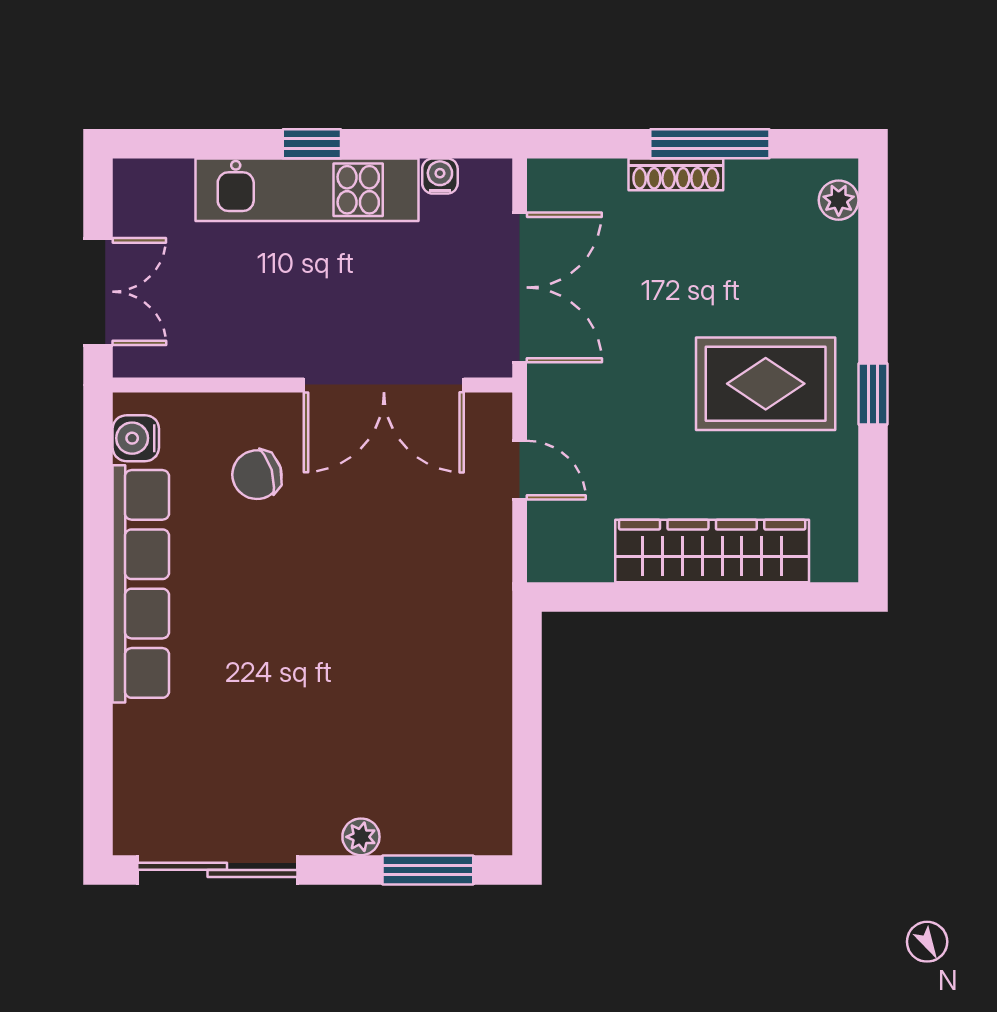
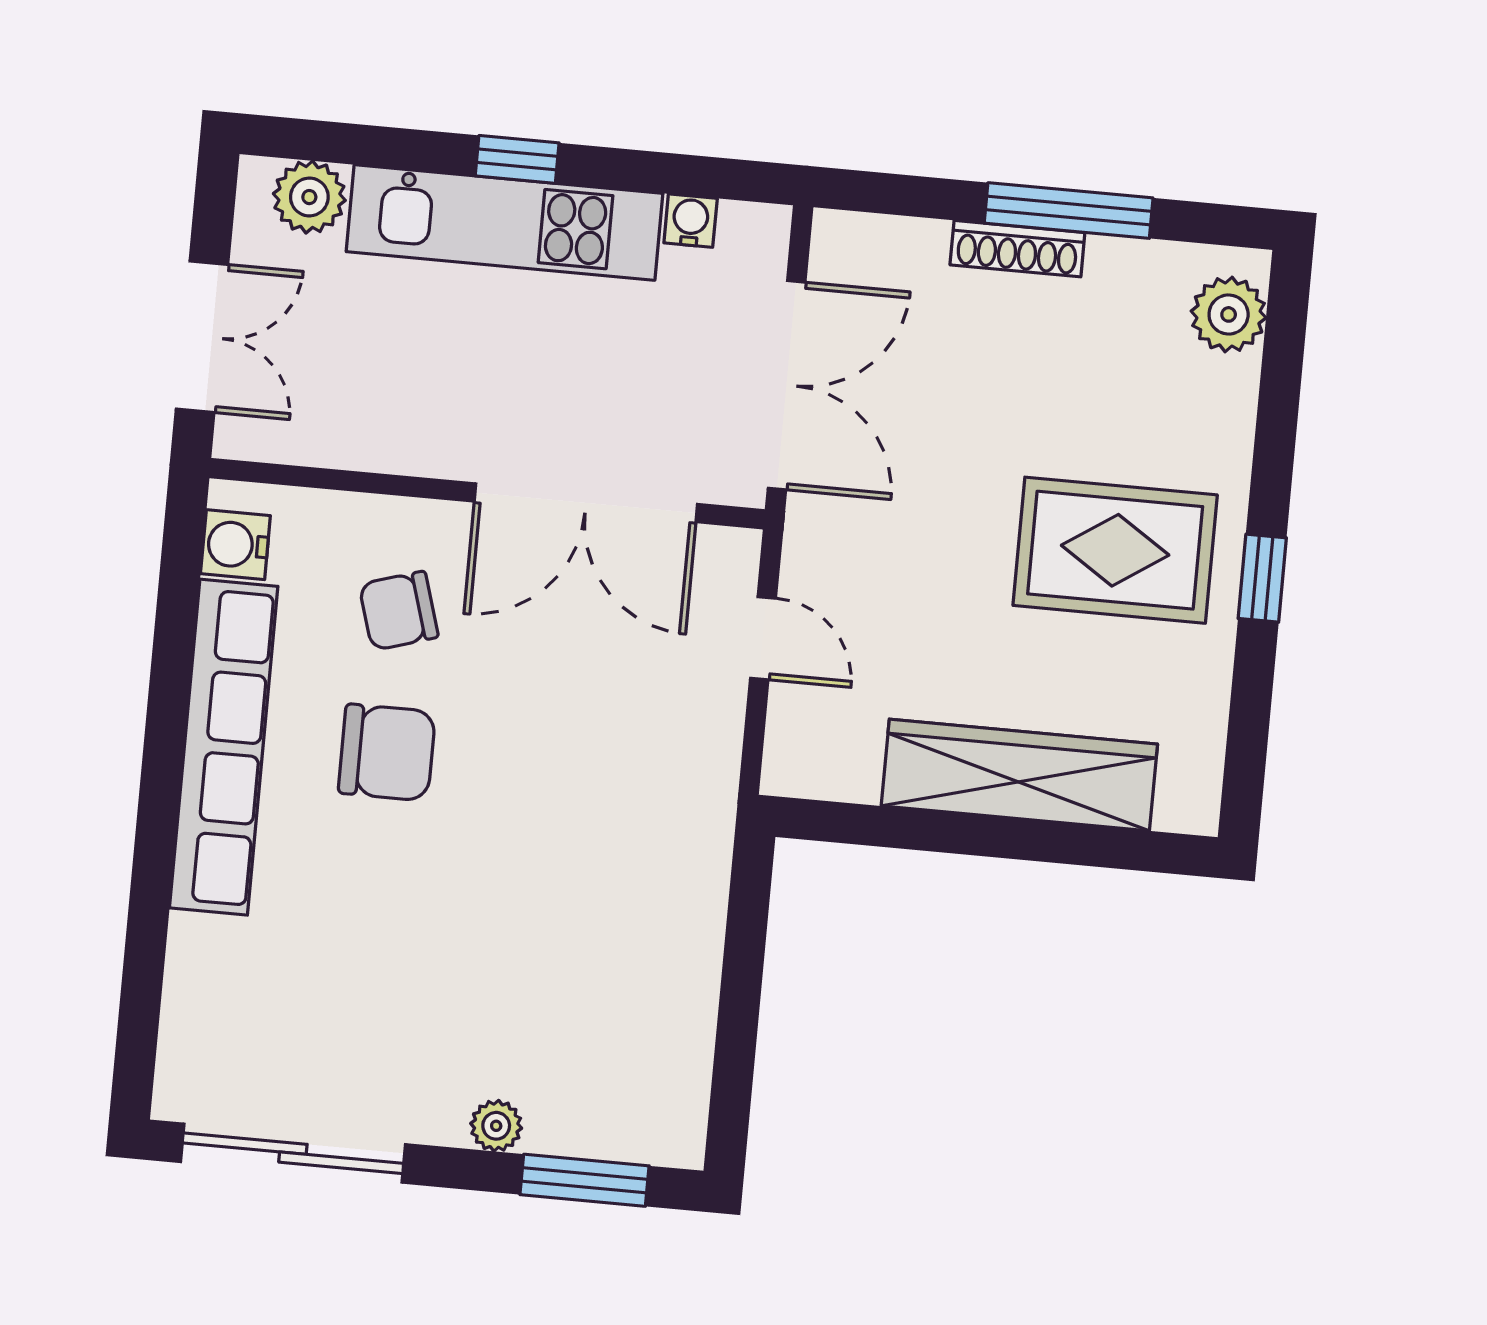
plant: (166, 184) -> (309, 197), added
plant: (839, 200) -> (1229, 314), width x1.38, depth x1.38
chair: (258, 577) -> (387, 752), added

